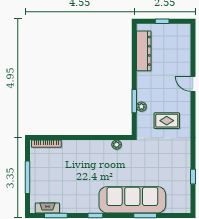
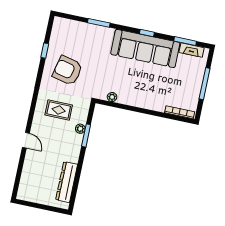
window: (162, 21) -> (43, 207), removed
armchair: (166, 162) -> (68, 70), added
sofa: (132, 200) -> (145, 48), moved

